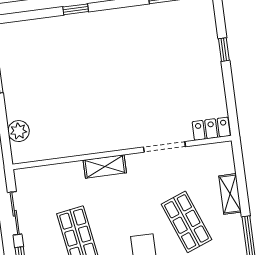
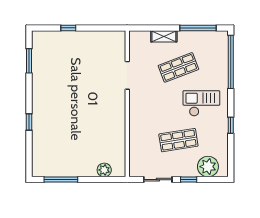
locker: (211, 129) -> (119, 43), removed
shelving: (105, 166) -> (135, 116), removed

